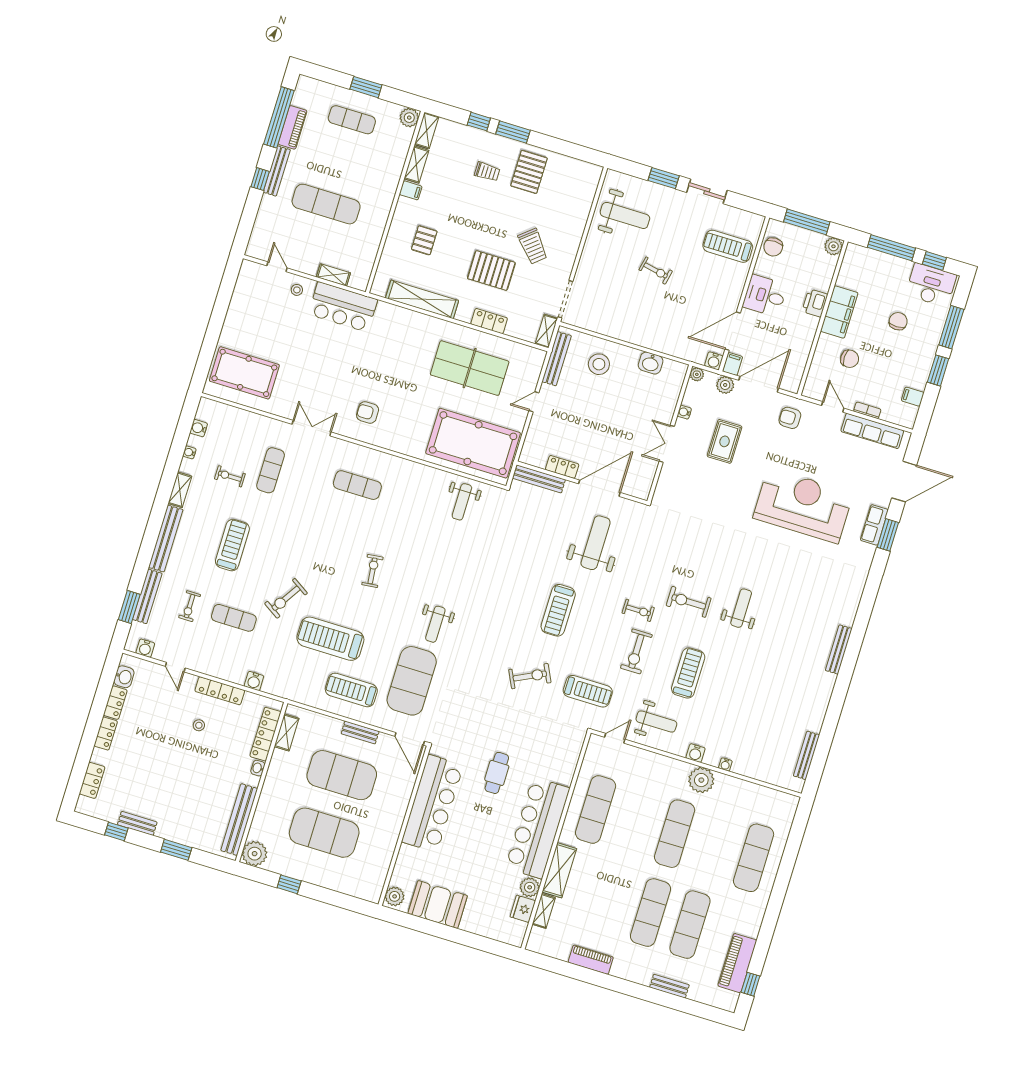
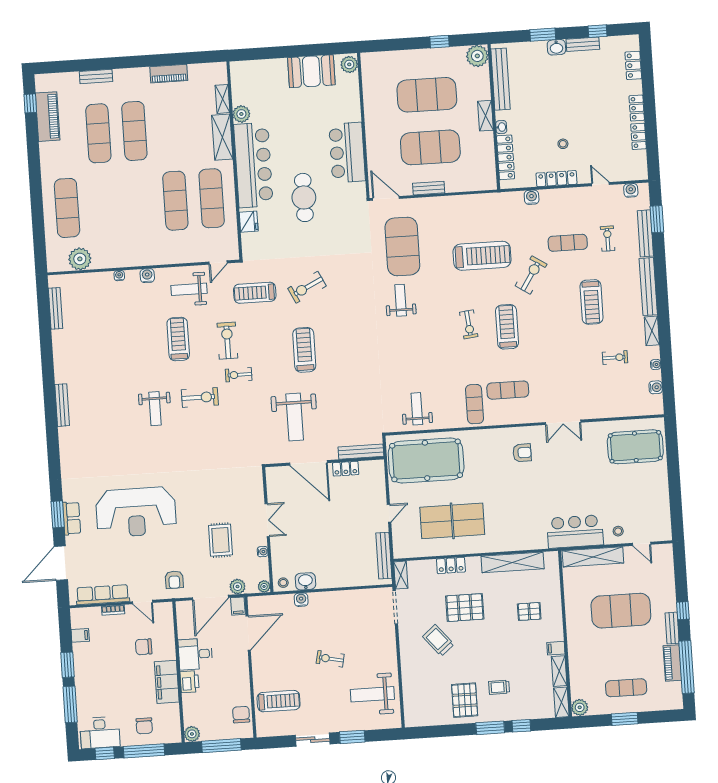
bench: (277, 171) -> (672, 628), width x0.73
exercise mat: (326, 204) -> (621, 611), width x1.47
pallet: (424, 240) -> (529, 611), turned 90
shelving: (333, 275) -> (593, 557), width x2.20, depth x1.33
desk: (765, 296) -> (195, 654), moved, turned 180
chair: (898, 321) -> (144, 726), moved
water cooler: (714, 361) -> (301, 600), moved
stool: (599, 364) -> (283, 583), moved, width x0.53, depth x0.53
armchair: (790, 418) -> (174, 580), turned 90
exercise mat: (271, 470) -> (475, 404), moved
door: (599, 488) -> (309, 463), hinge flipped
treadmill: (688, 673) -> (178, 339), turned 180
washbasin: (124, 677) -> (556, 47), moved, turned -90
treadmill: (351, 690) -> (507, 327), moved, turned -90
shelving: (287, 732) -> (485, 116), moved
cafe table: (497, 773) -> (304, 197), width x1.37, depth x1.35
plant: (701, 780) -> (80, 259), moved
bar counter: (433, 803) -> (347, 153), width x0.73
exercise mat: (675, 834) -> (175, 201), moved
fridge: (523, 909) -> (249, 222), moved

